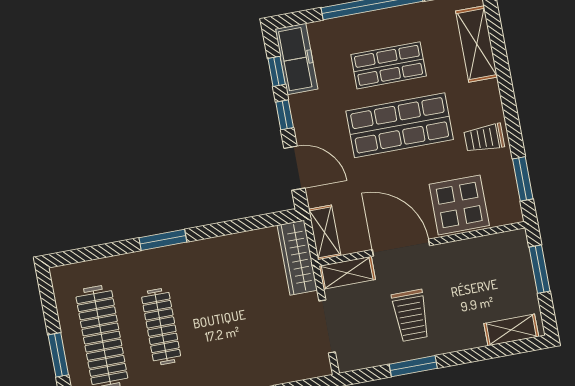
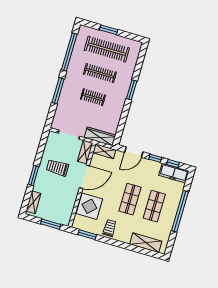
shop shelf: (400, 125) -> (130, 199), width x0.70, depth x0.74
clothes rail: (220, 316) -> (93, 97), added
window: (413, 366) -> (33, 175), moved

